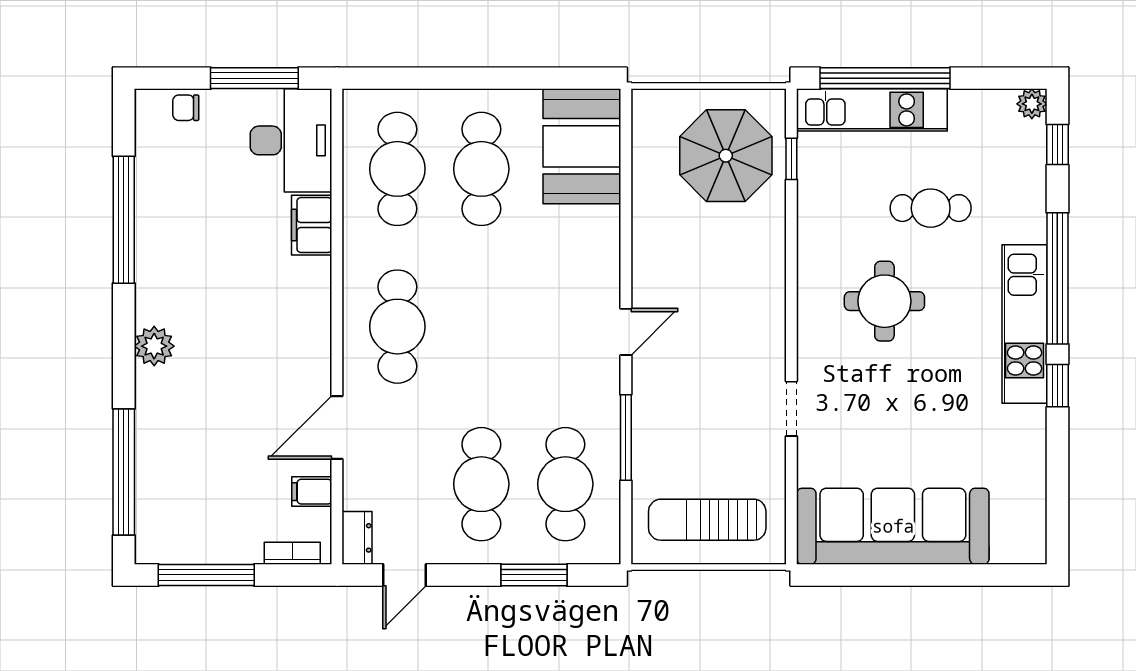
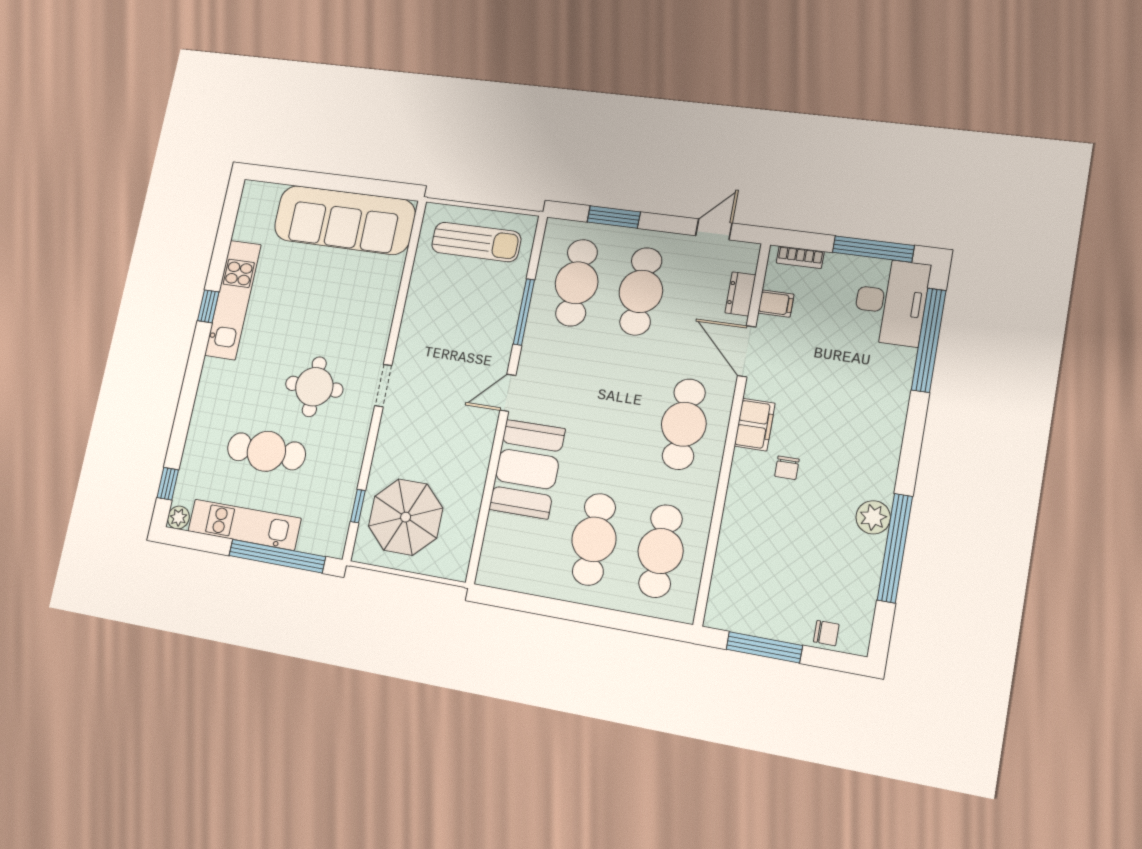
kitchen unit: (872, 110) -> (244, 525), moved
desk: (291, 140) -> (891, 302), moved, turned 180
booth: (582, 146) -> (527, 469), moved
cafe table: (931, 208) -> (266, 451), width x1.37, depth x1.35
filing cabinet: (312, 225) -> (755, 425), moved
window: (1057, 278) -> (190, 385), removed
chair: (264, 294) -> (787, 468), added
kitchen unit: (1025, 324) -> (233, 300), moved
plant: (154, 346) -> (873, 517), moved
doorway: (791, 409) -> (383, 386), moved
door: (337, 427) -> (747, 351), swing flipped
dresser: (357, 538) -> (740, 294), moved

